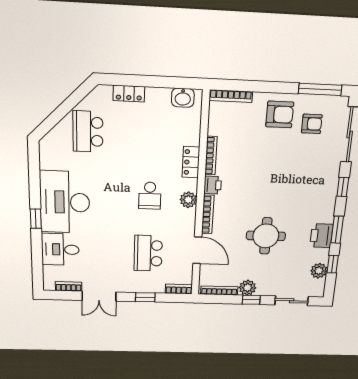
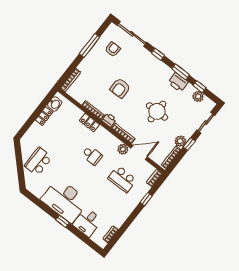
window: (320, 89) -> (89, 45), moved
locker: (129, 94) -> (44, 116), moved
armchair: (280, 114) -> (120, 88), moved, turned 180
school desk: (88, 132) -> (38, 161), turned 90
plant: (188, 200) -> (123, 149), moved
double door: (99, 296) -> (128, 223), removed

